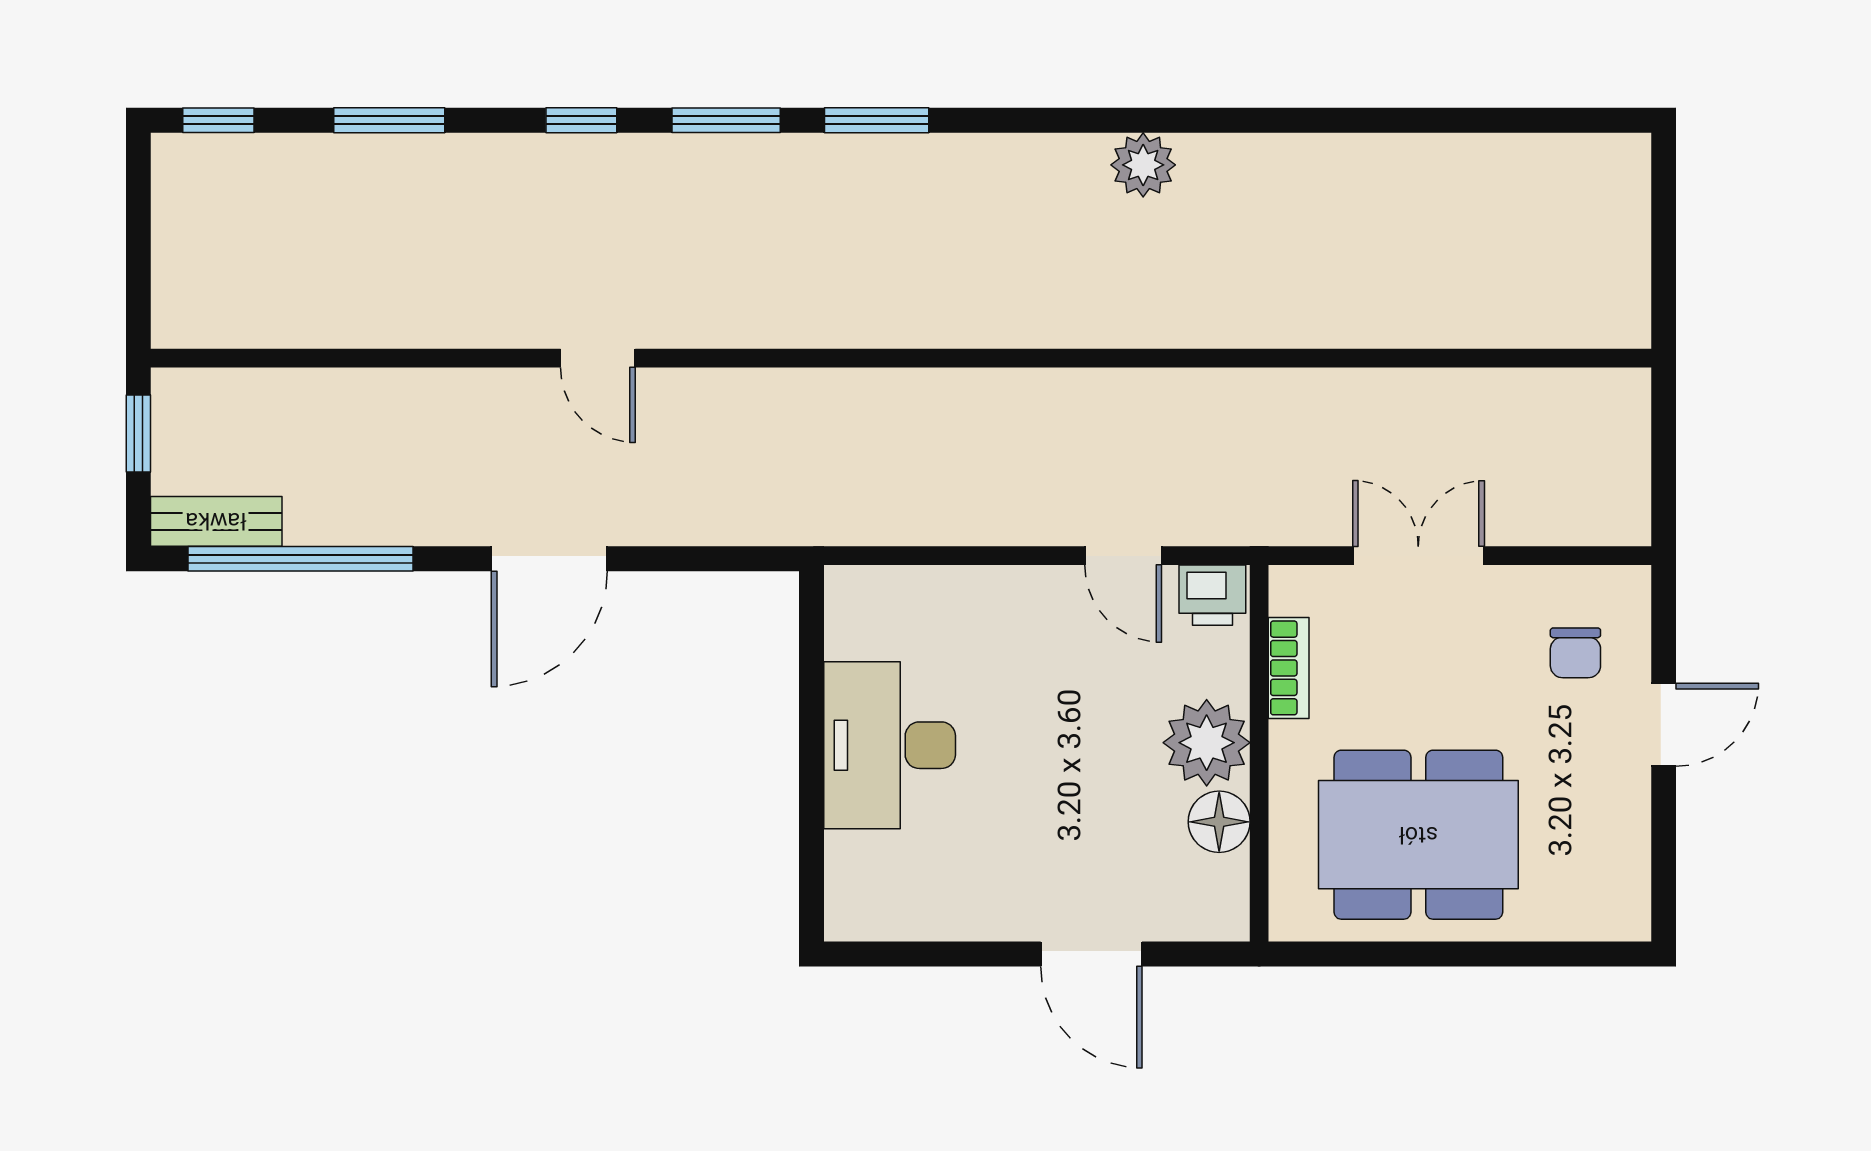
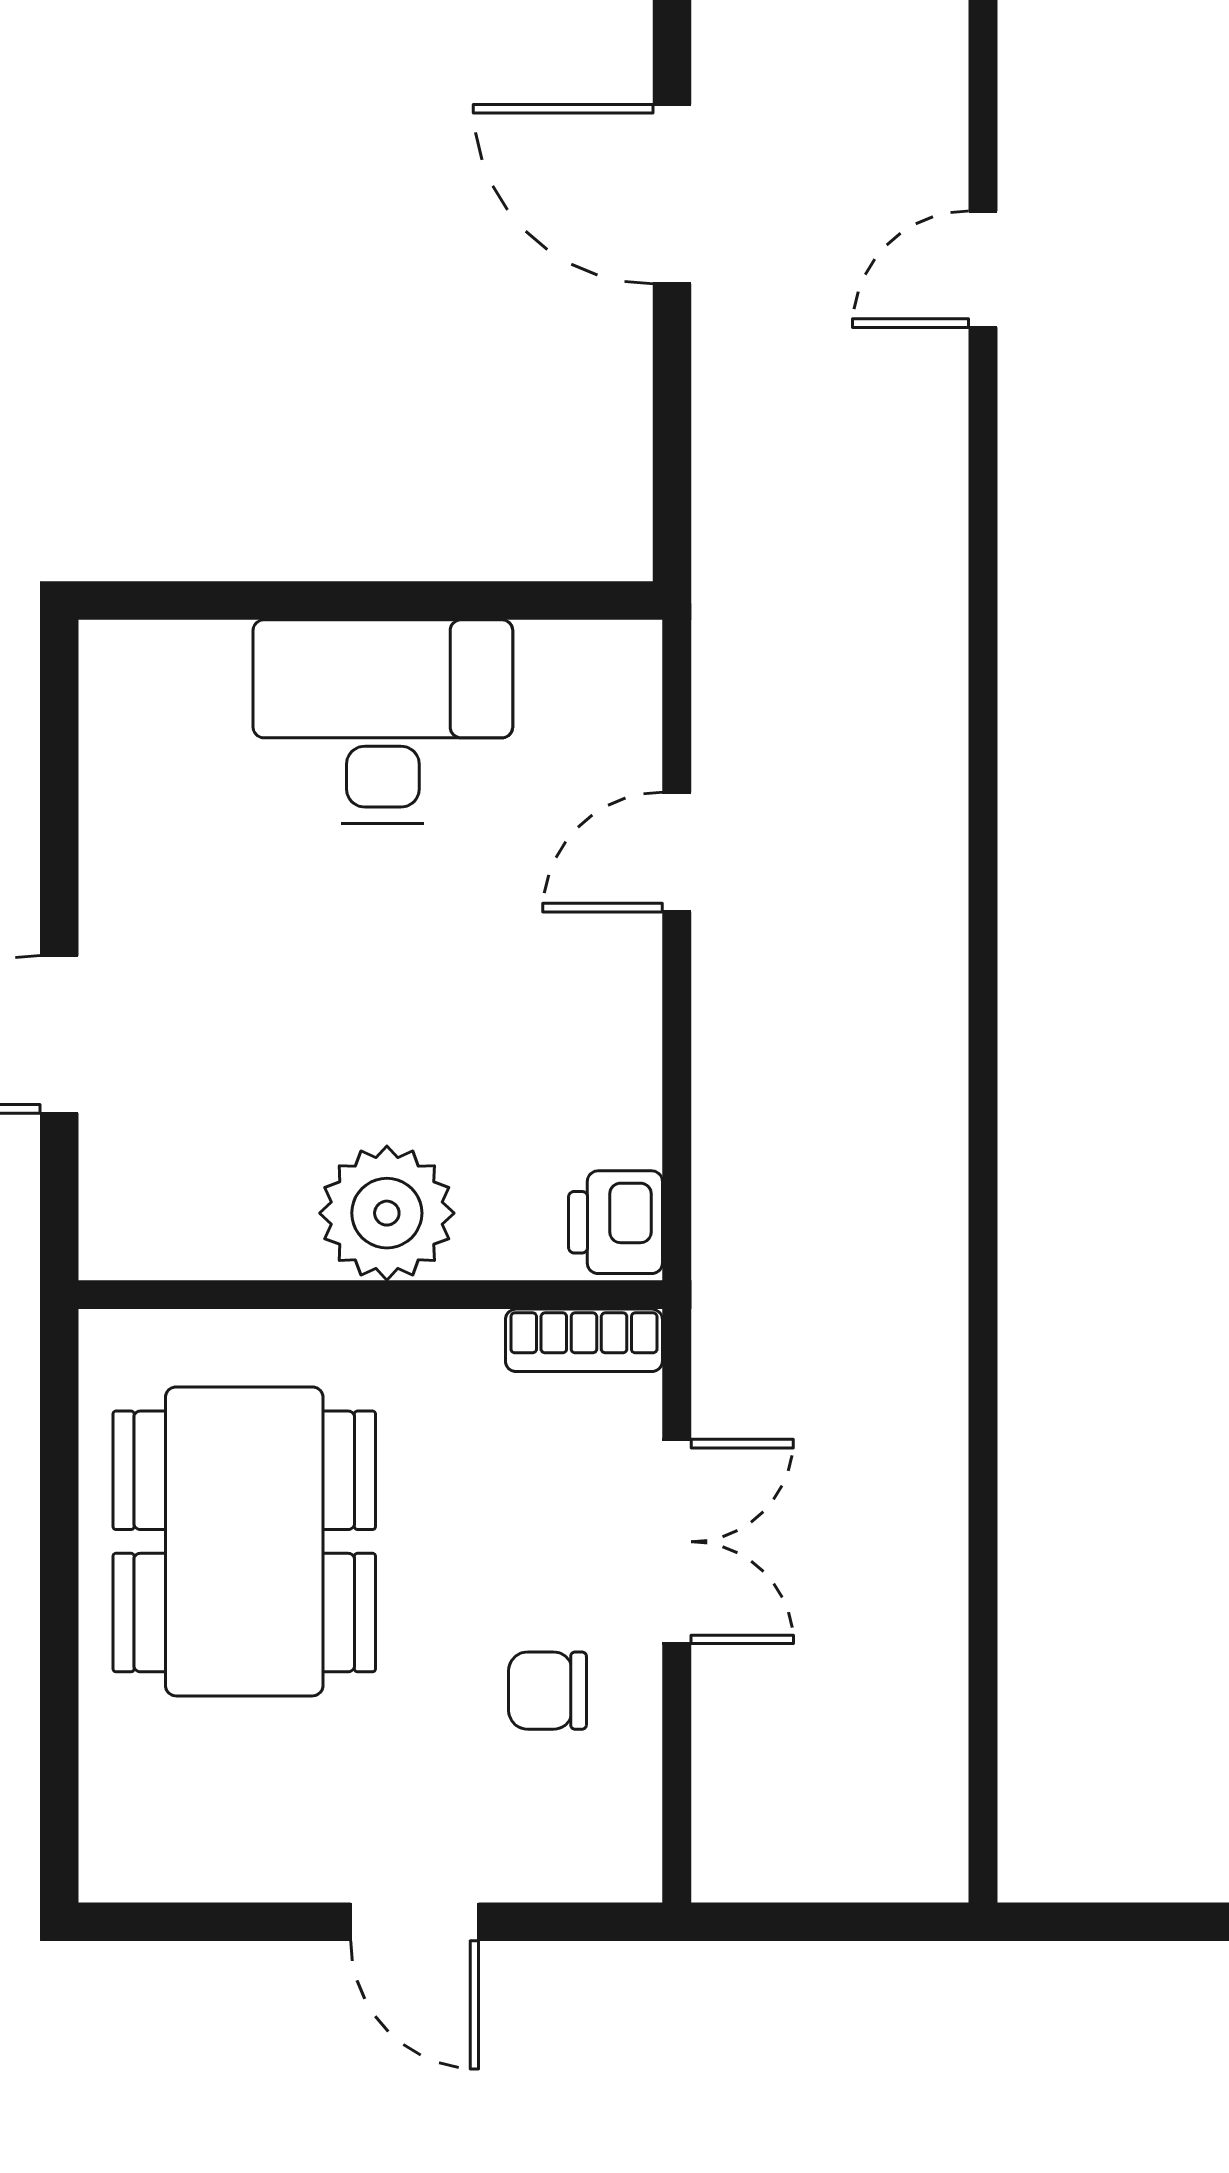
door: (1123, 556) -> (677, 852), moved
chair: (1575, 653) -> (547, 1691), moved
bookcase: (1289, 668) -> (584, 1340), moved
floor lamp: (1219, 822) -> (264, 1233), removed

